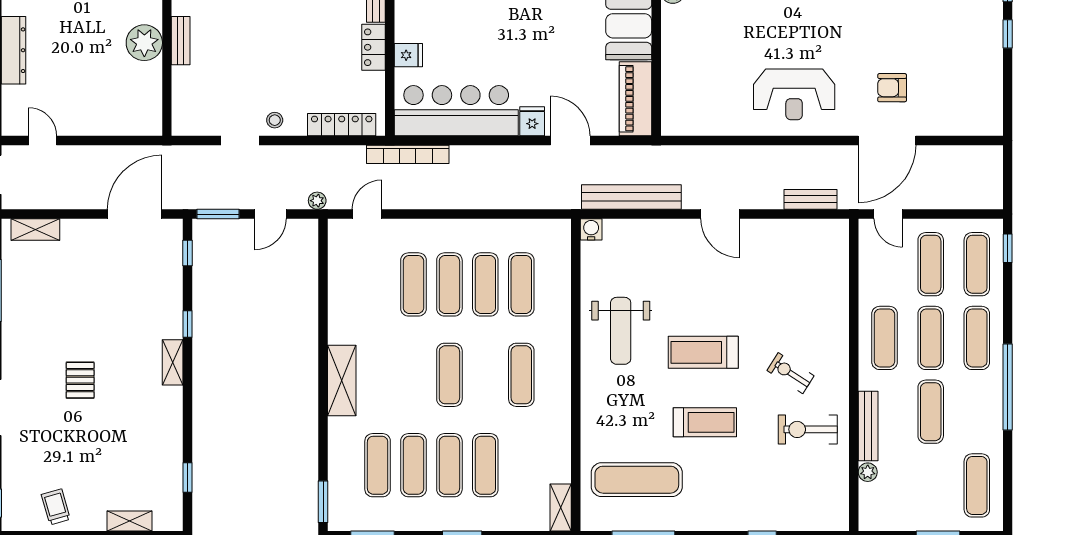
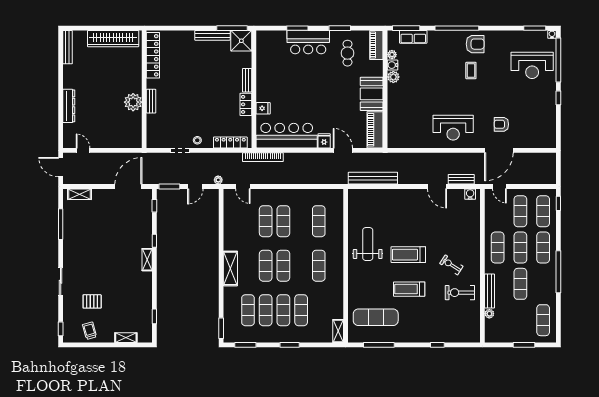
door: (367, 214) -> (243, 187), swing flipped
door: (720, 214) -> (437, 187), moved
water cooler: (591, 229) -> (470, 194), moved
exercise mat: (485, 284) -> (266, 266), moved
weight bench: (621, 331) -> (368, 244), turned 180
pallet: (80, 380) -> (92, 301), moved, turned 90
treadmill: (705, 422) -> (409, 289), turned 180

